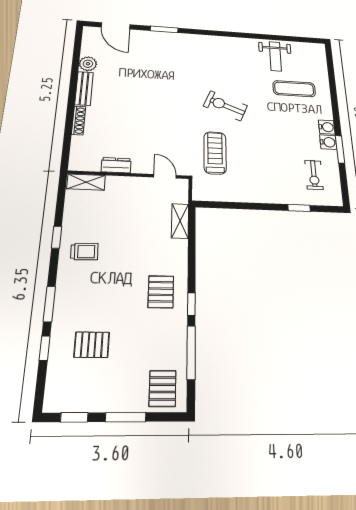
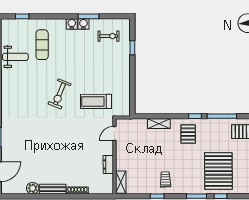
window: (331, 68) -> (22, 16), added
shelving: (180, 221) -> (159, 124), moved
pallet: (161, 292) -> (188, 134), turned 90
pallet: (92, 345) -> (218, 171), width x2.05, depth x2.00

